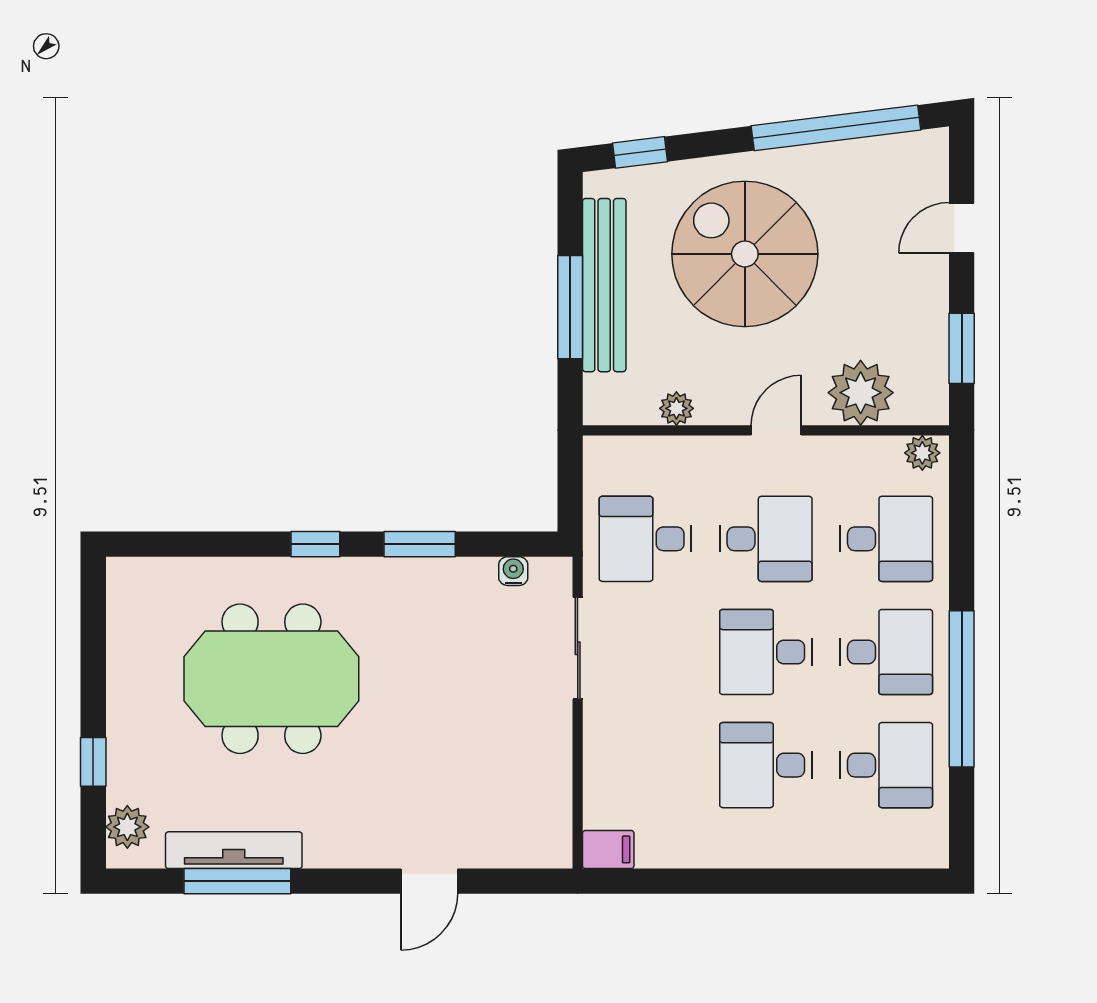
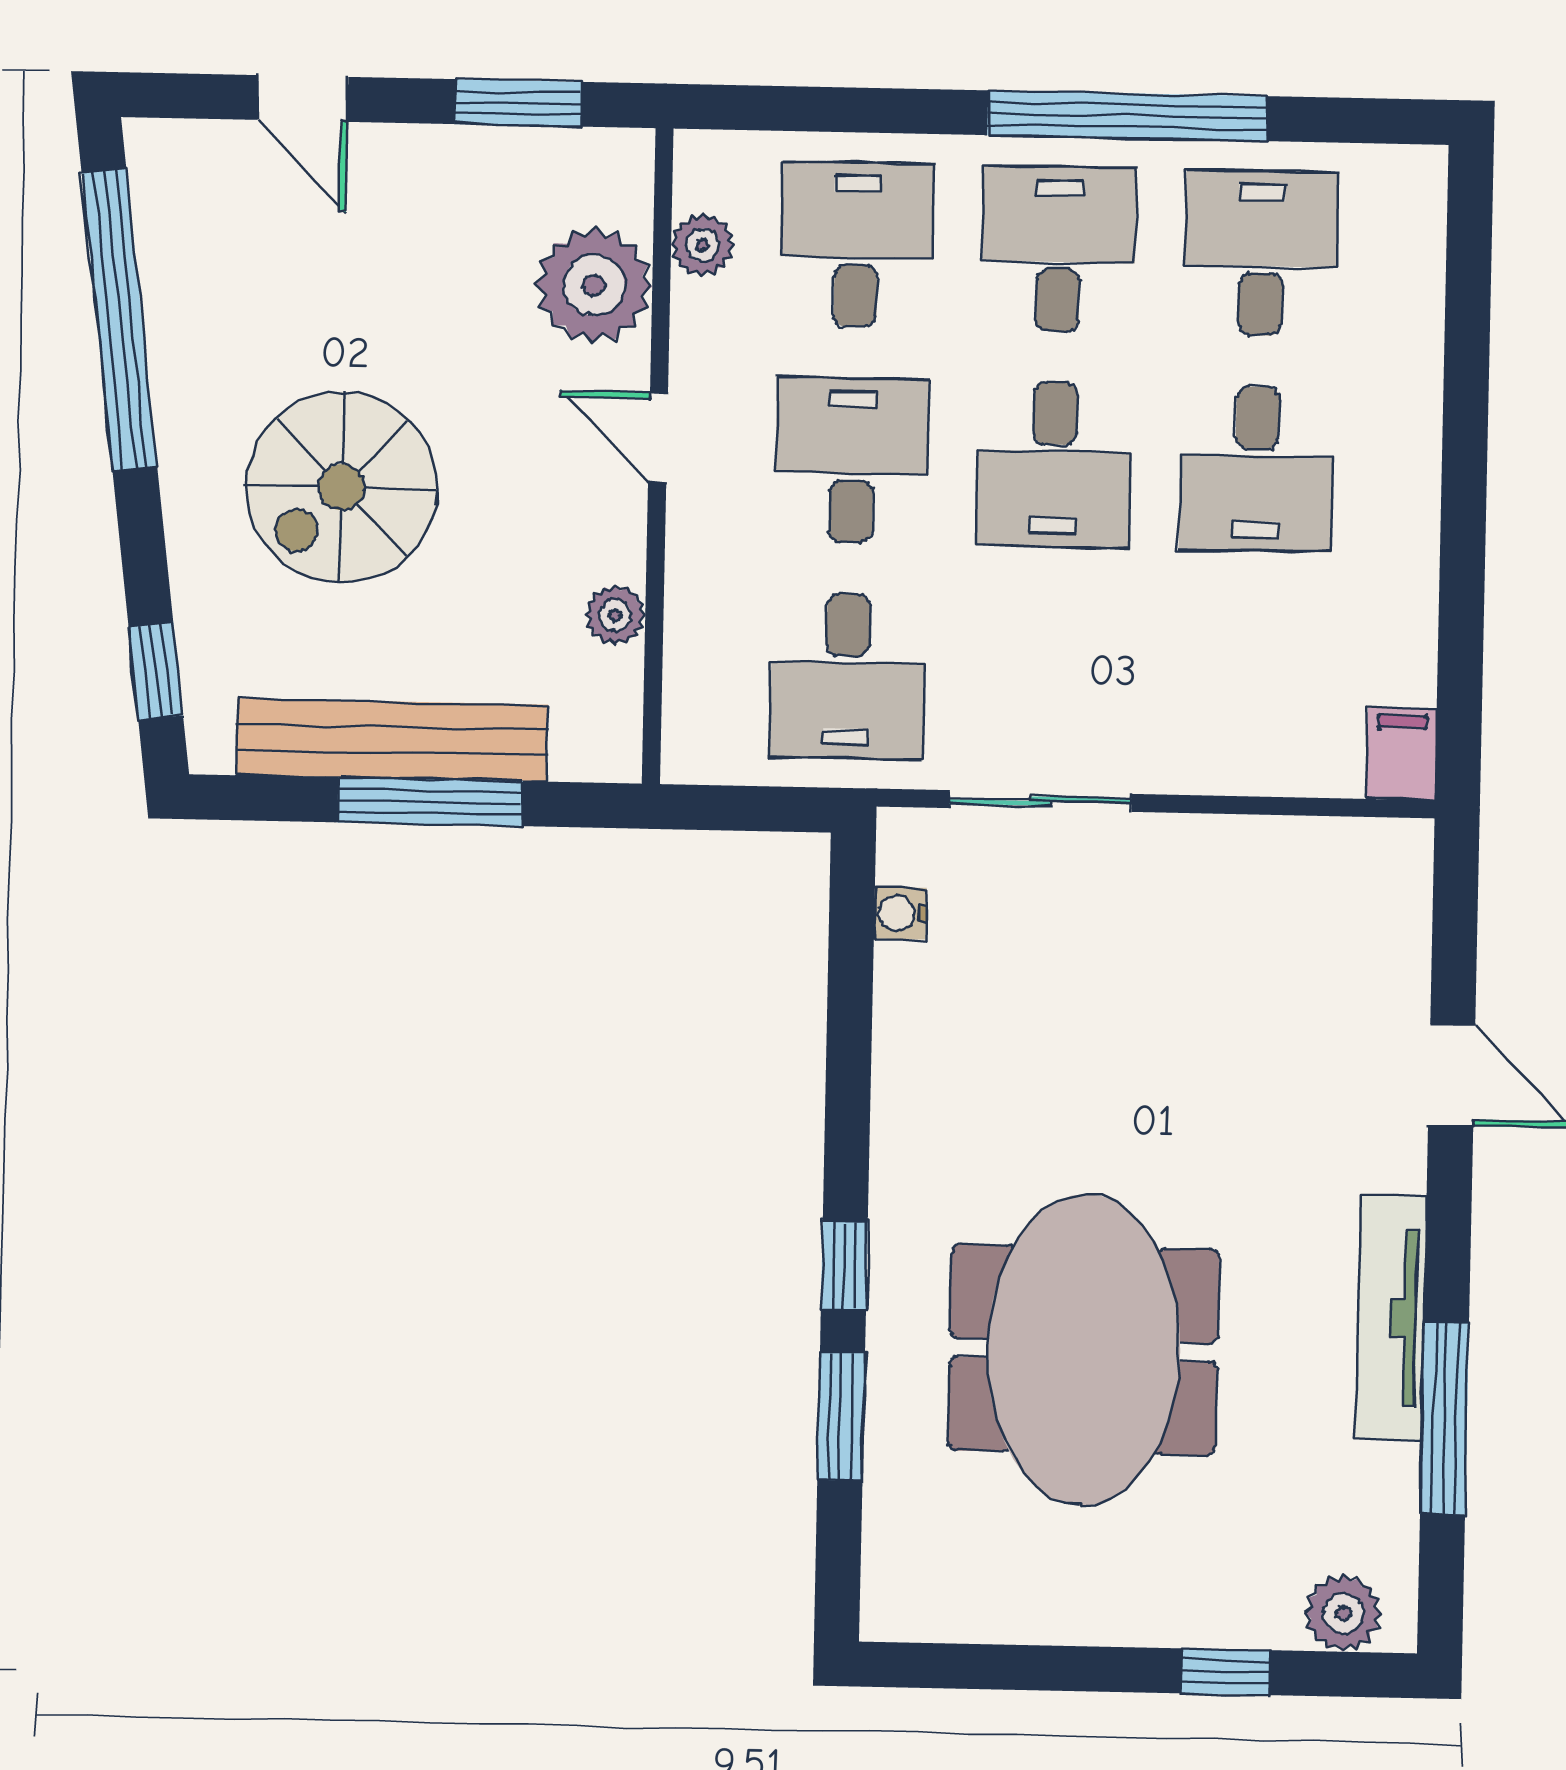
spiral stairs: (745, 254) -> (342, 487), width x0.73, depth x0.73
plant: (922, 453) -> (703, 245), moved
window: (420, 544) -> (841, 1417), moved
tv unit: (234, 850) -> (1391, 1318), moved

